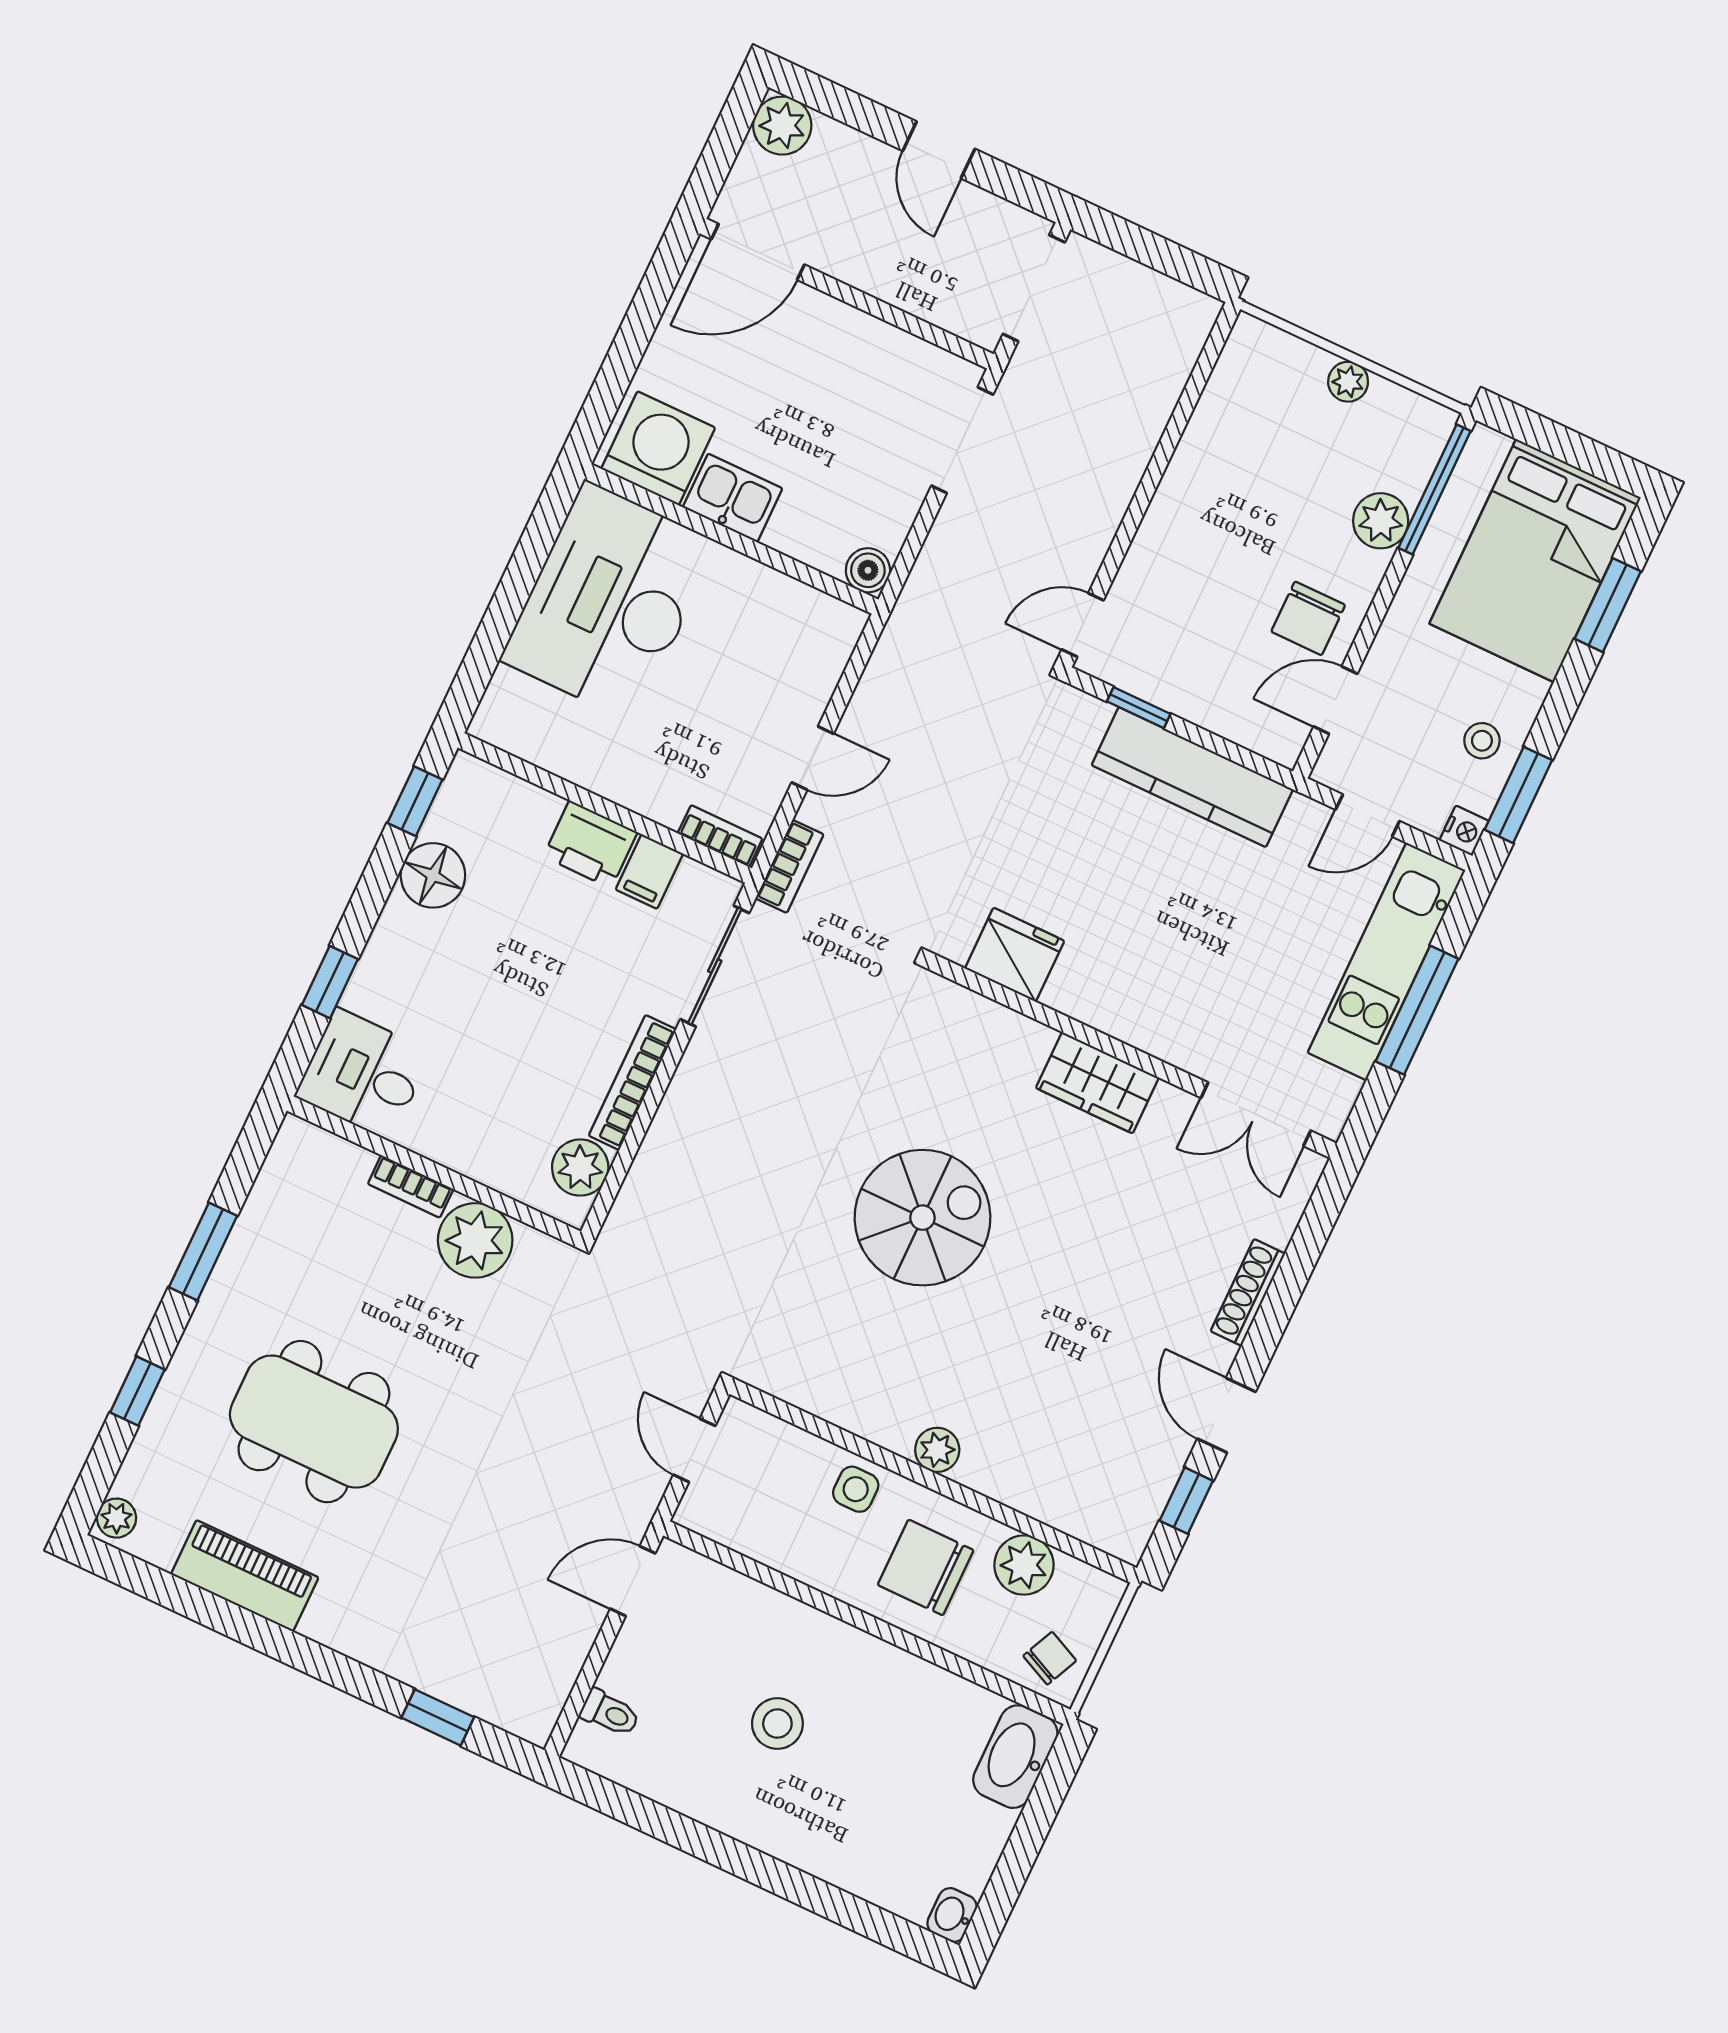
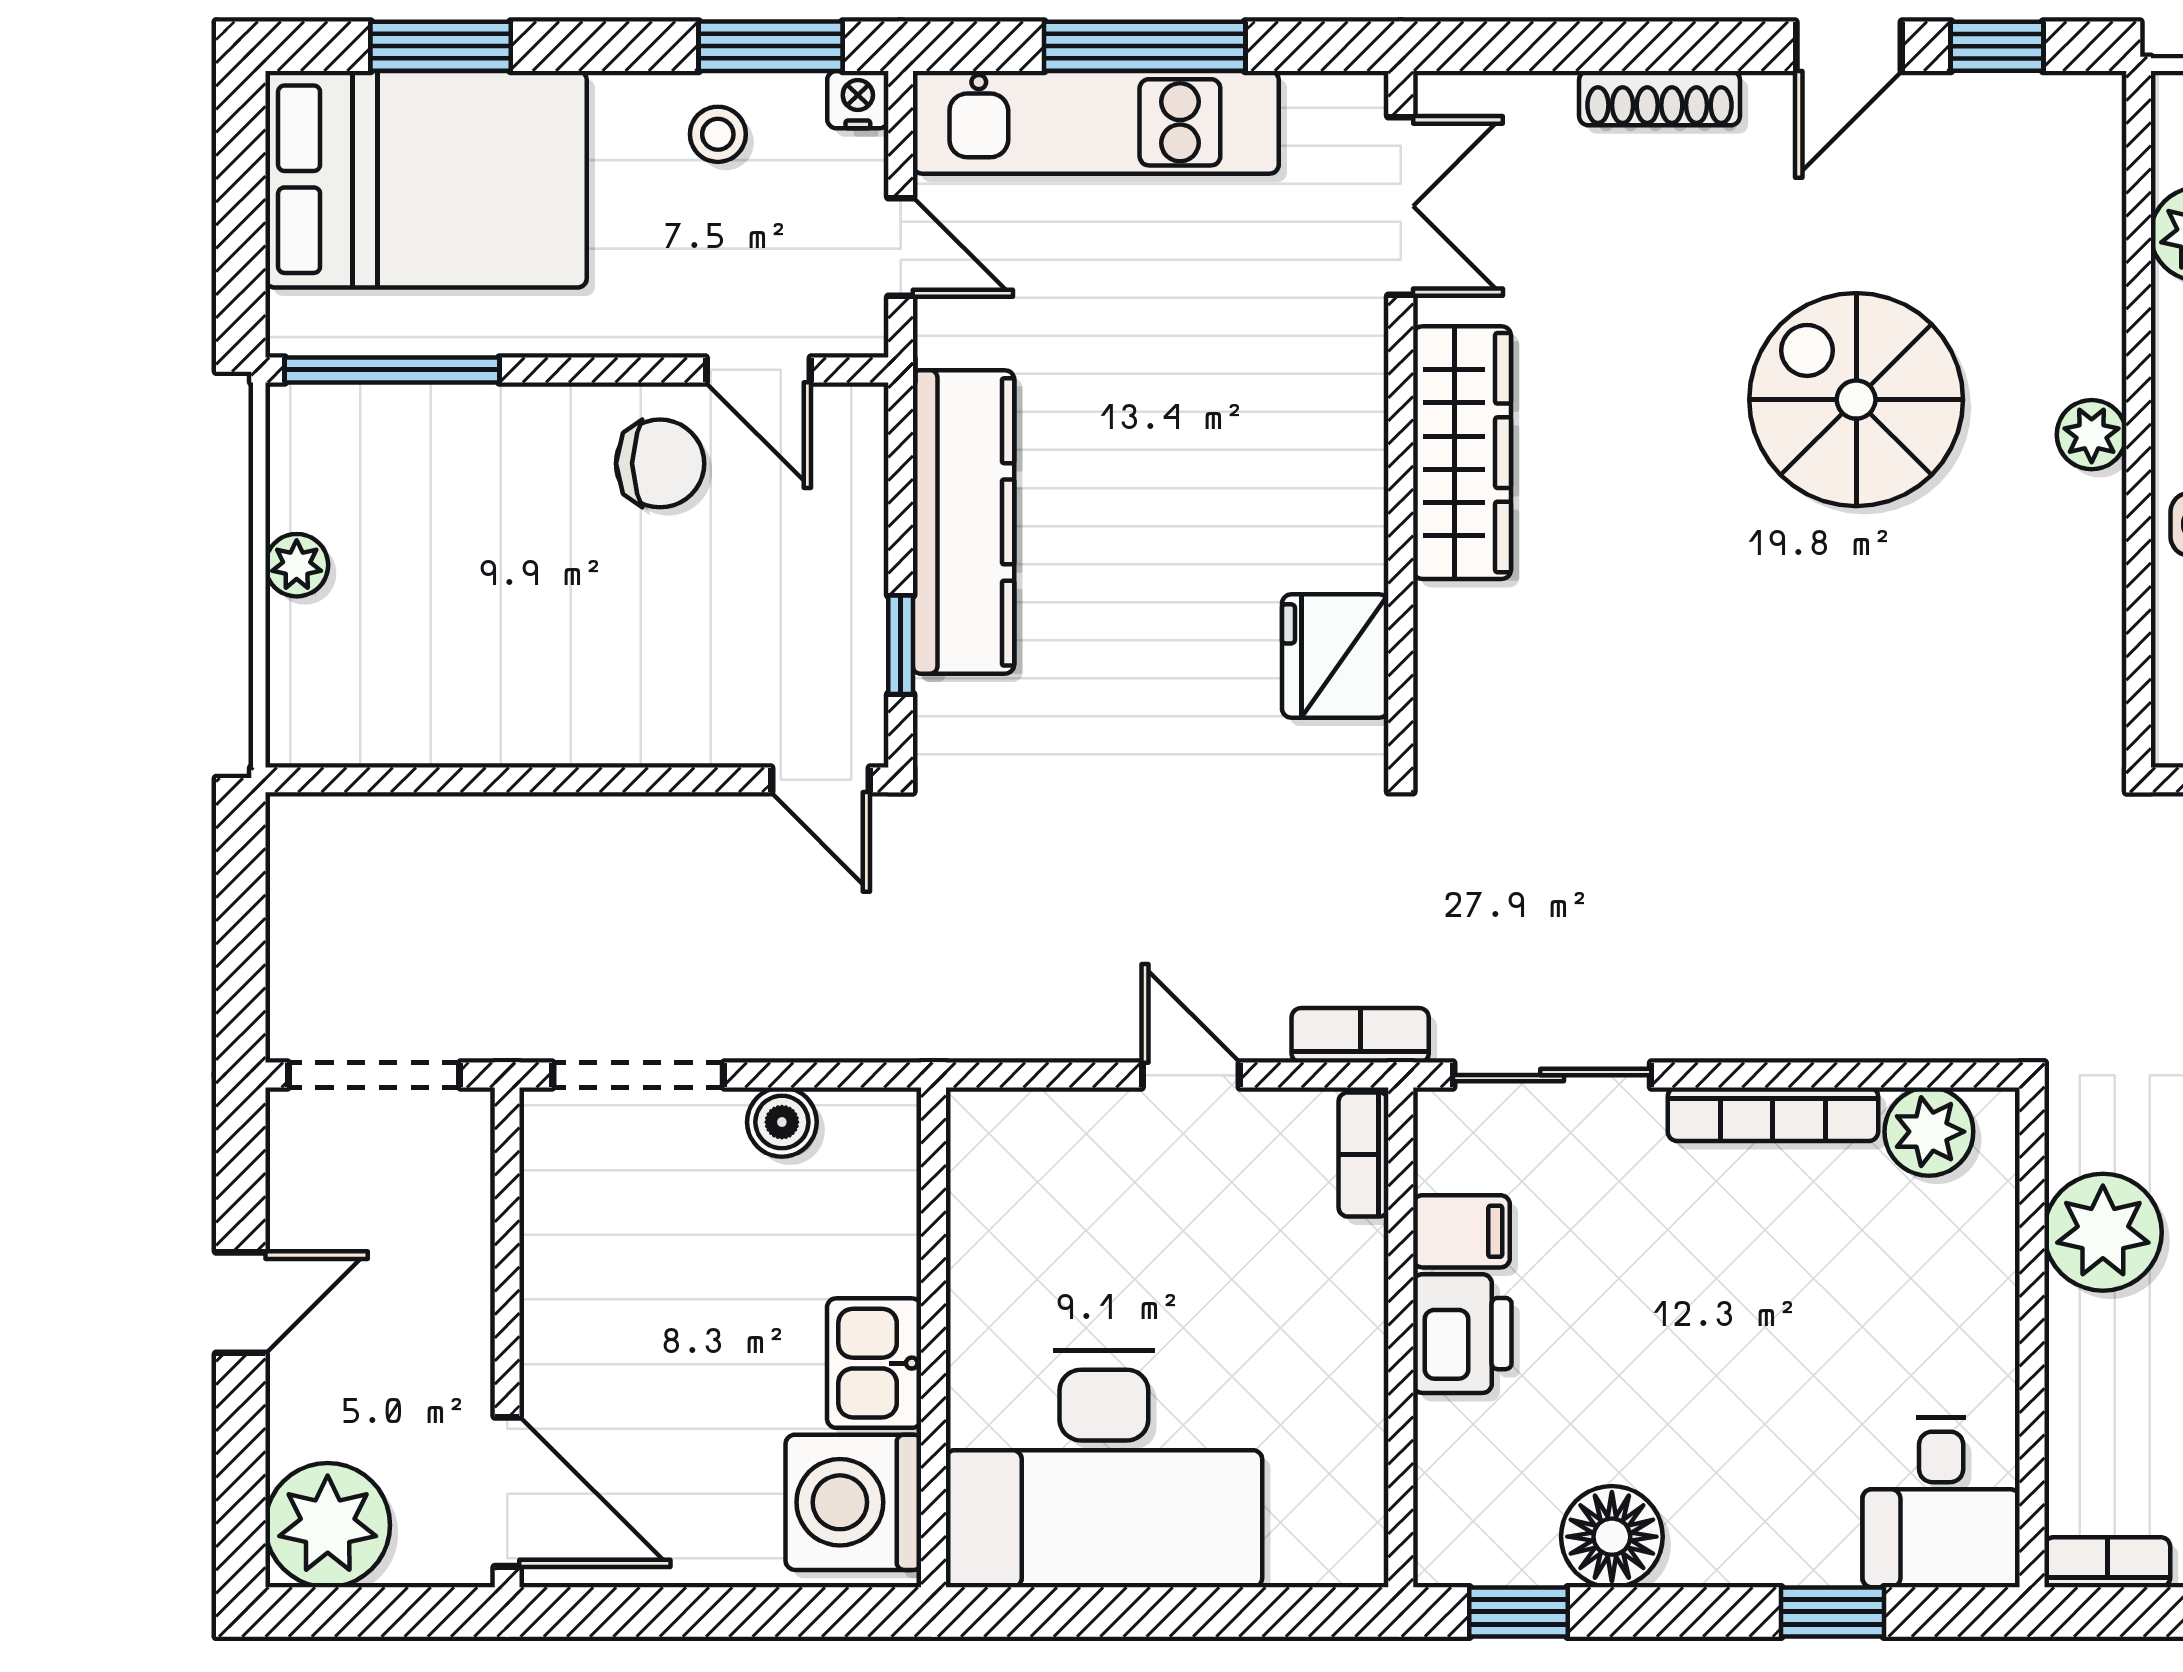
plant: (782, 126) -> (328, 1525), width x1.36, depth x1.36
plant: (1381, 521) -> (473, 426), removed
boiler: (868, 570) -> (782, 1122), moved
wardrobe: (1097, 1083) -> (1462, 453), width x1.50
bookcase: (411, 1186) -> (2107, 1562), moved, turned -90
spiral stairs: (922, 1218) -> (1856, 400), moved

